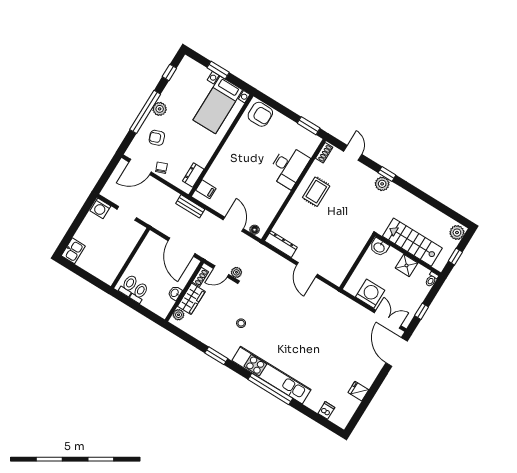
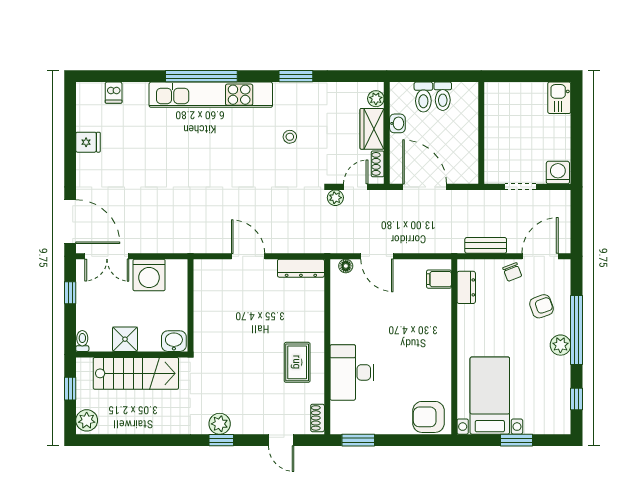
bench: (190, 206) -> (486, 245), moved
toilet: (129, 285) -> (423, 97), moved

